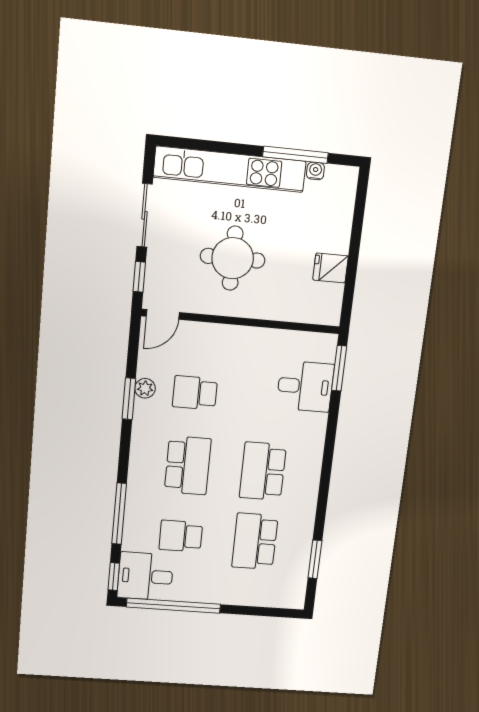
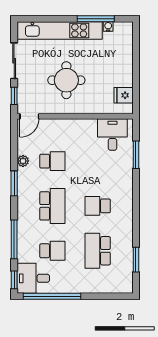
fridge: (331, 268) -> (124, 95), moved
window: (339, 368) -> (136, 155), moved
desk: (305, 386) -> (112, 134), moved, turned -90
school desk: (195, 393) -> (52, 161), turned 180
window: (129, 399) -> (14, 183), moved
school desk: (263, 471) -> (98, 206), width x0.54
school desk: (181, 536) -> (52, 251), turned 180

